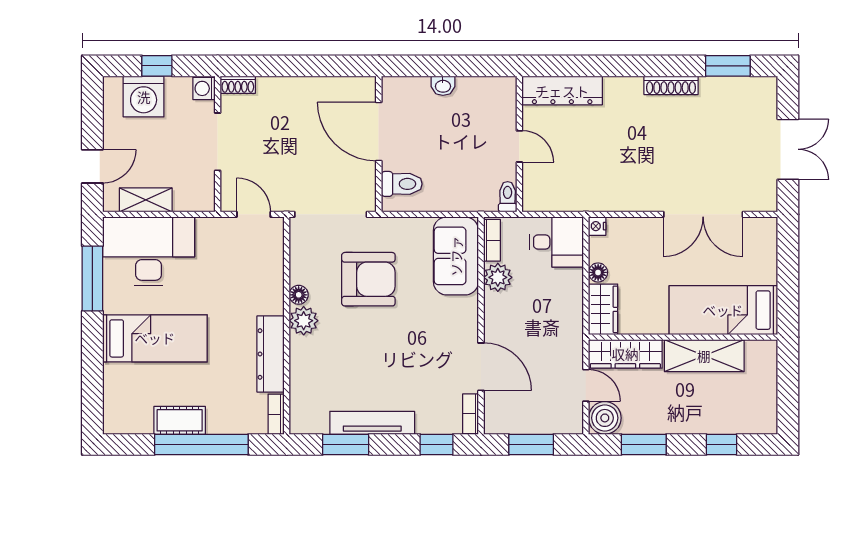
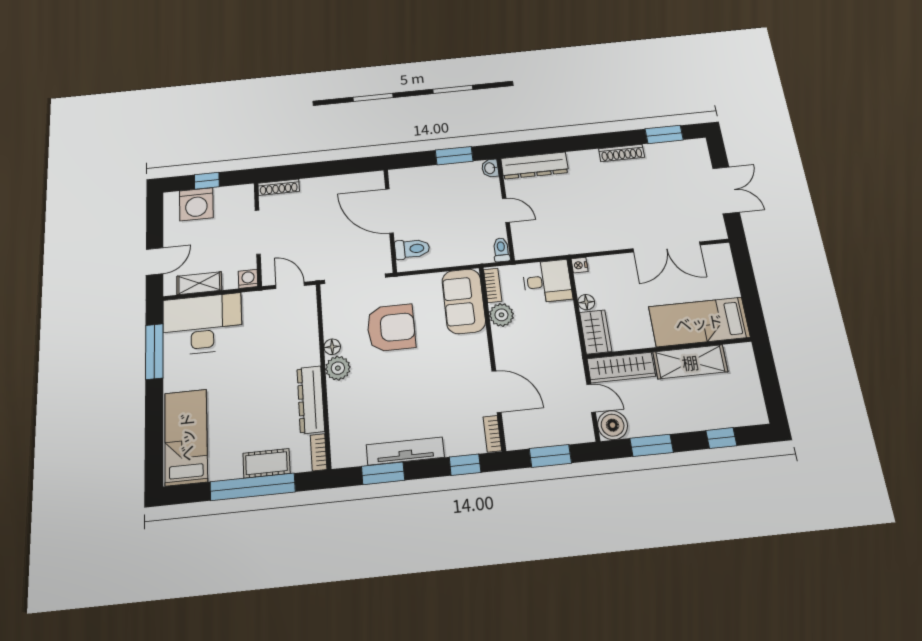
window: (465, 66) -> (454, 156), added
shoe rack: (238, 85) -> (279, 187), width x1.43
washbasin: (443, 86) -> (490, 168), moved, turned 90
washing machine: (204, 88) -> (248, 279), moved, turned 90
bed: (155, 338) -> (186, 437), moved, turned -90
cot: (180, 420) -> (266, 463), moved

